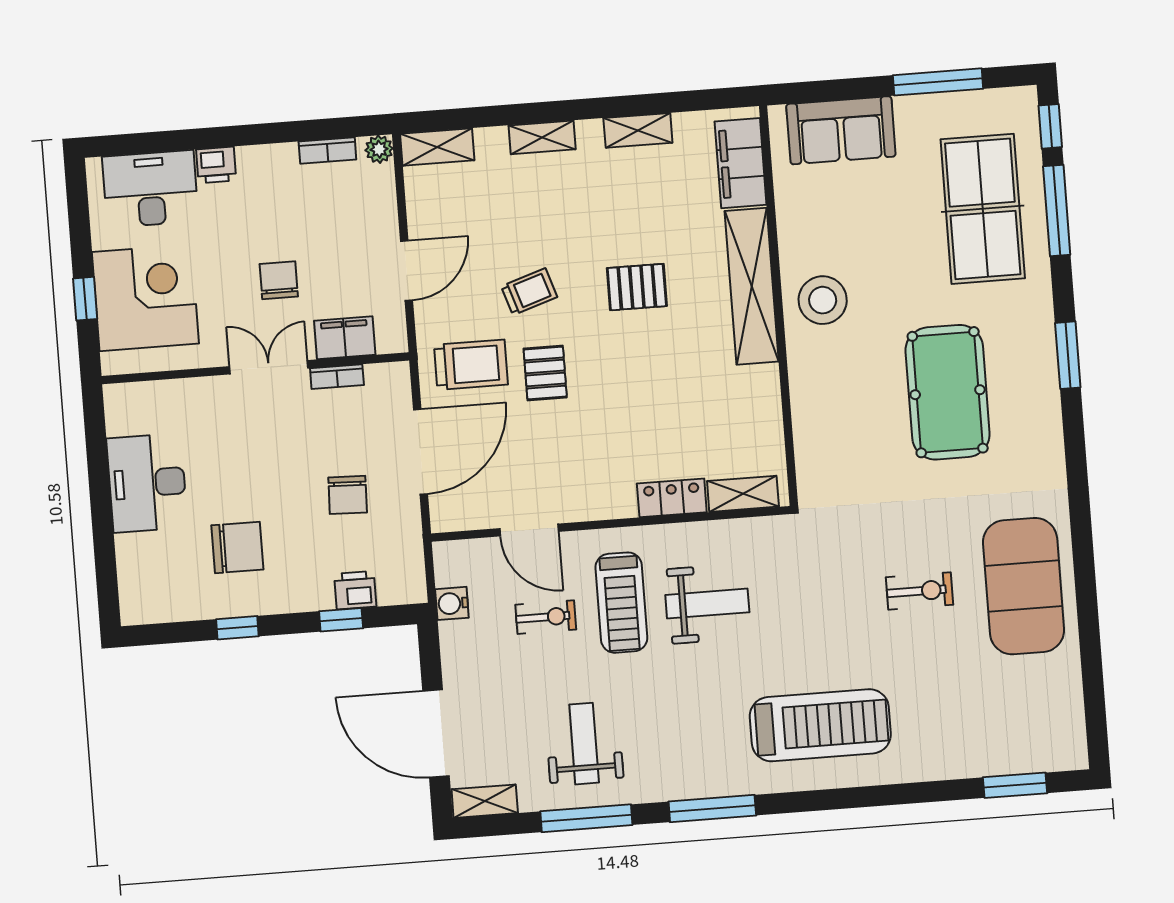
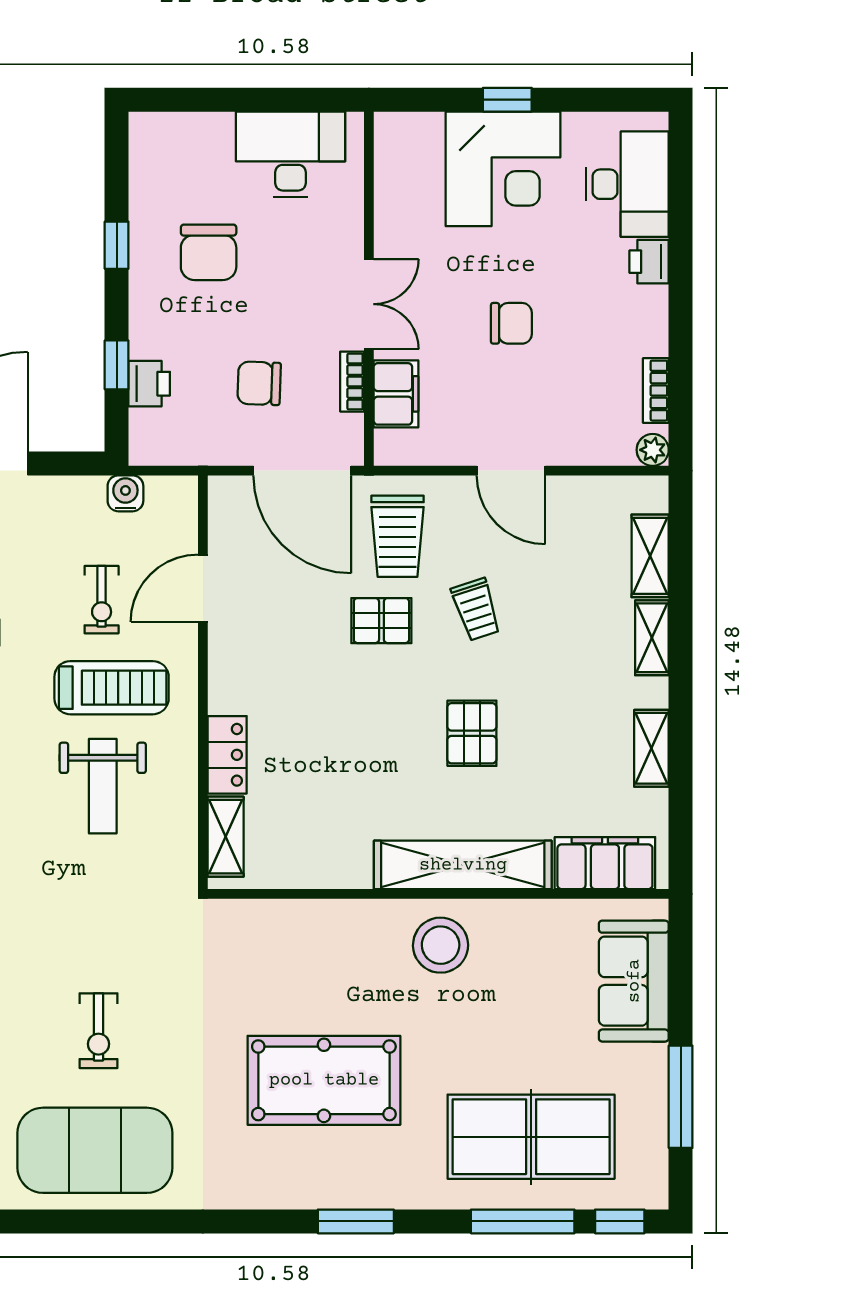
shelving: (437, 147) -> (650, 556), moved
filing cabinet: (345, 338) -> (396, 394), moved
double door: (269, 367) -> (369, 304), moved
wall: (255, 368) -> (369, 289), moved
bookcase: (337, 377) -> (352, 382), moved
treadmill: (621, 603) -> (112, 688), turned 180

